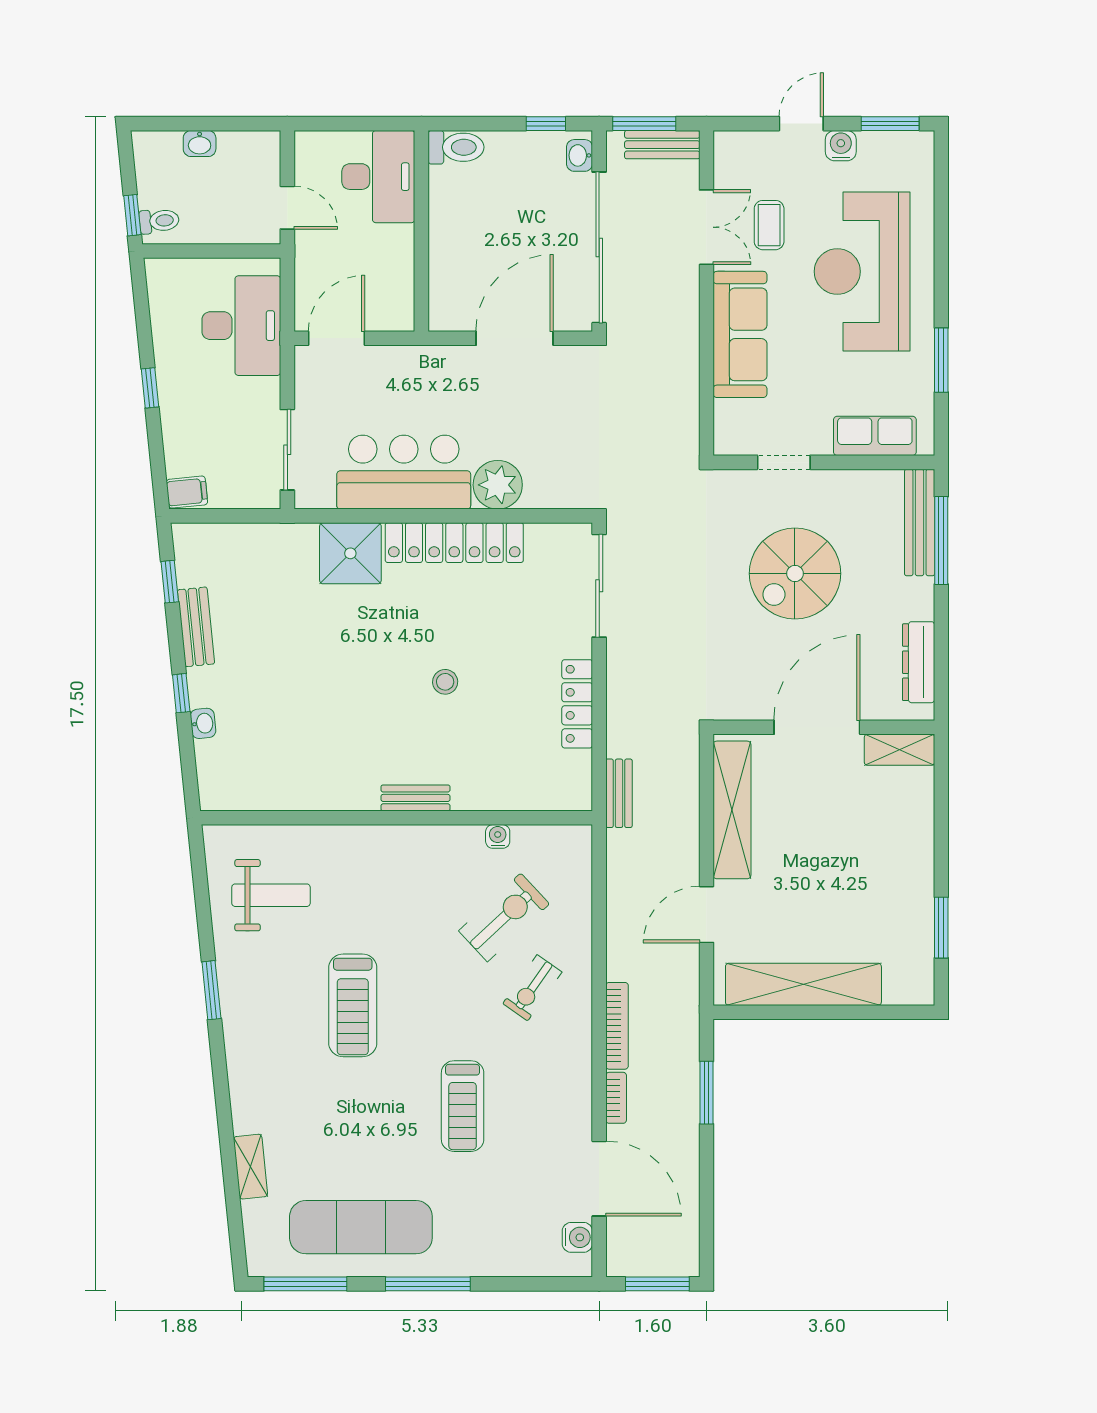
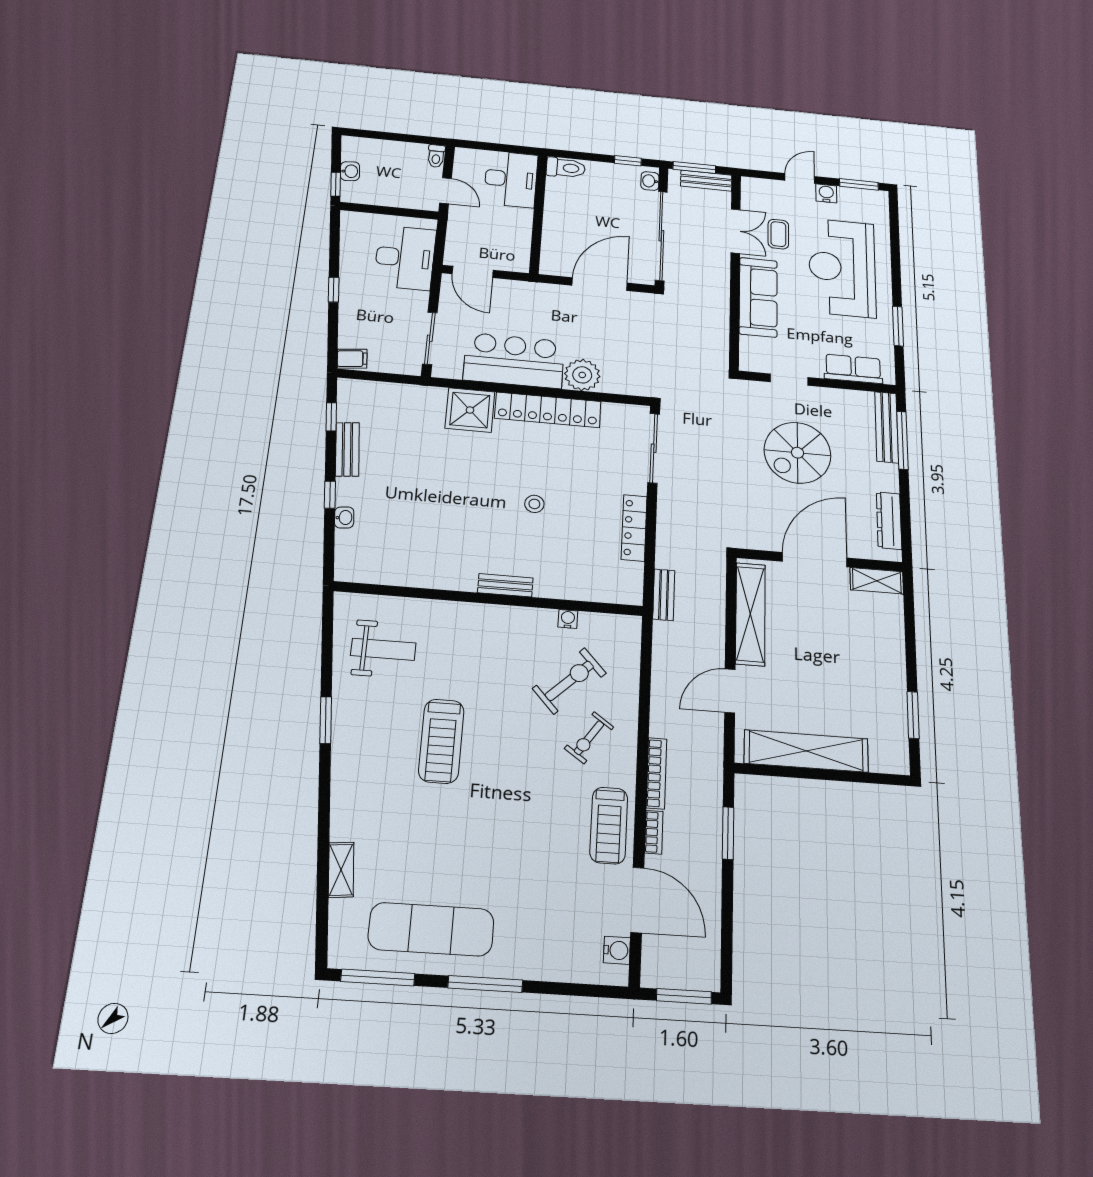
washbasin: (200, 143) -> (350, 171), moved, turned -96
toilet: (159, 221) -> (436, 156), moved, turned 96
door: (337, 338) -> (473, 272), swing flipped
treadmill: (463, 1106) -> (609, 825), moved

